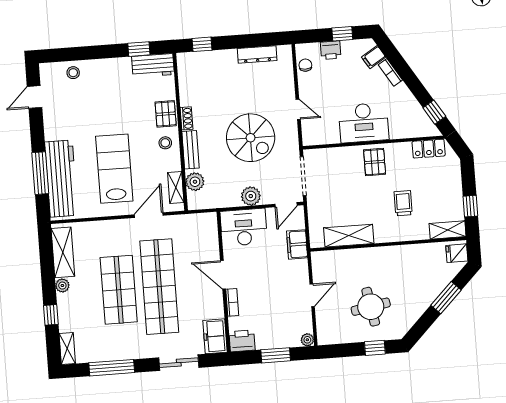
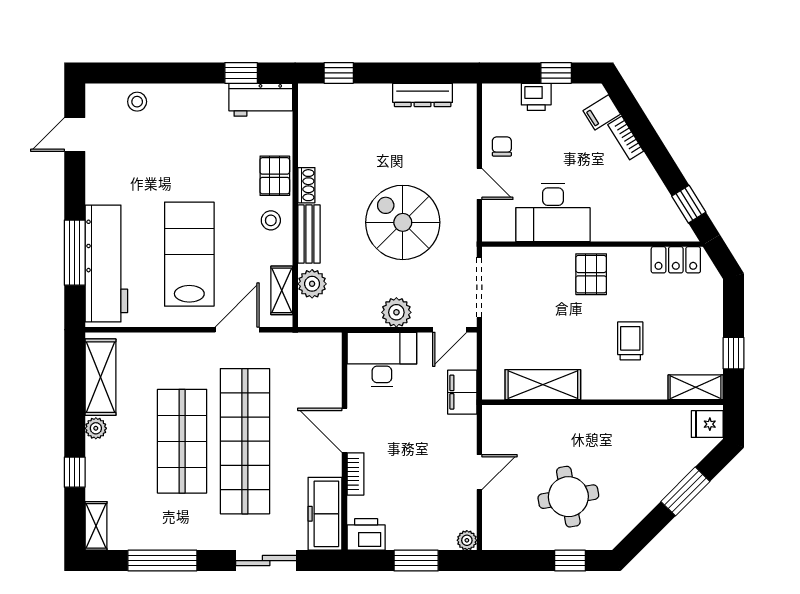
chair: (305, 65) -> (502, 146), moved
desk: (364, 123) -> (553, 212), moved
spiral stairs: (251, 138) -> (403, 222), turned 180
freezer: (215, 336) -> (325, 514), width x1.40

